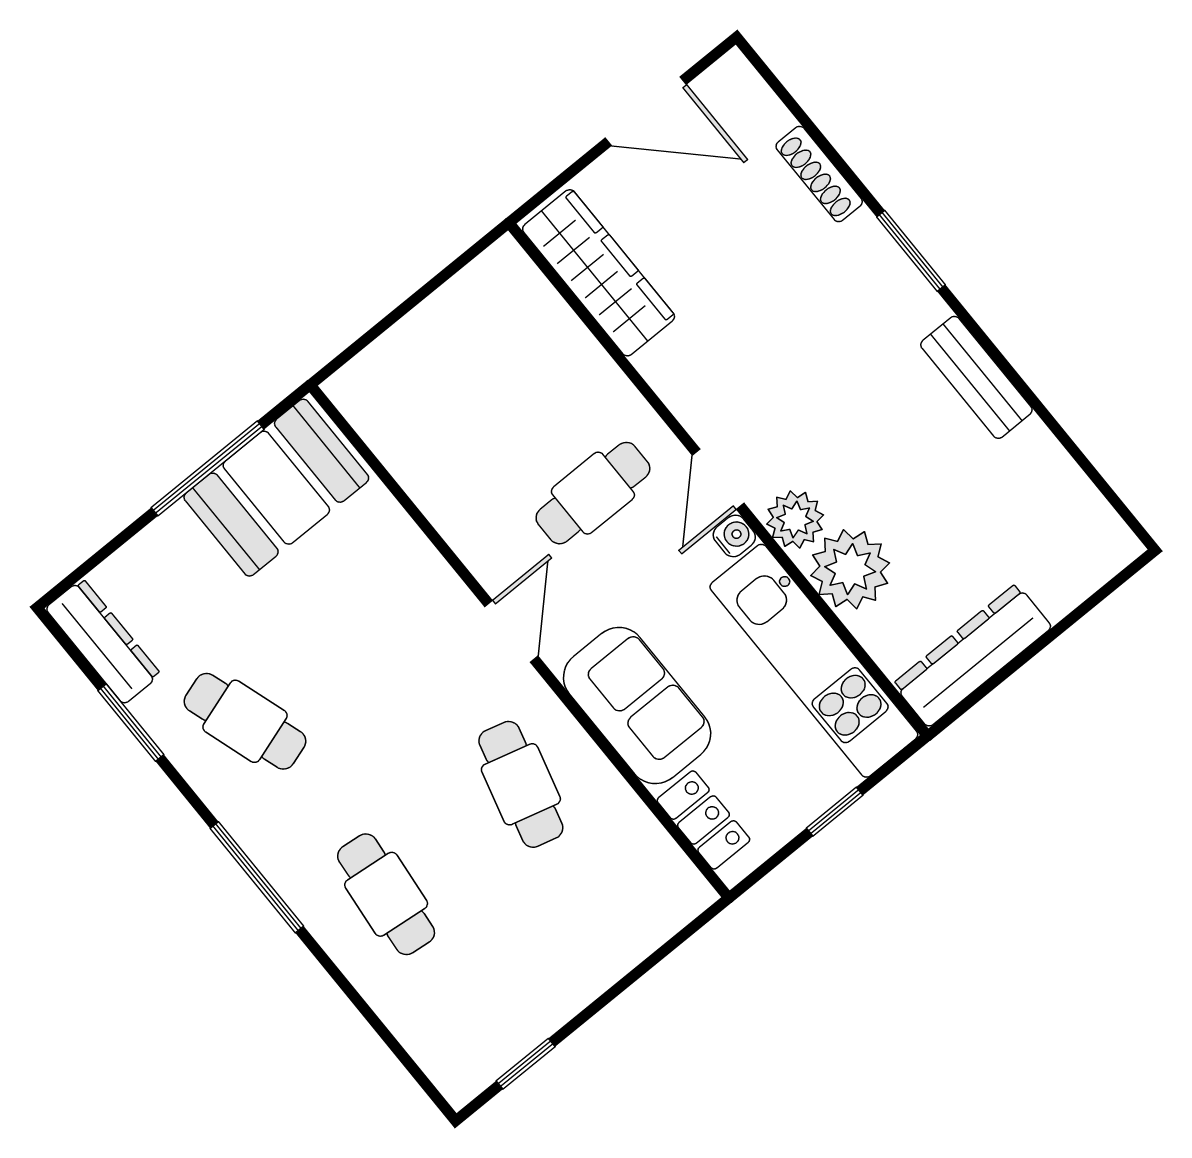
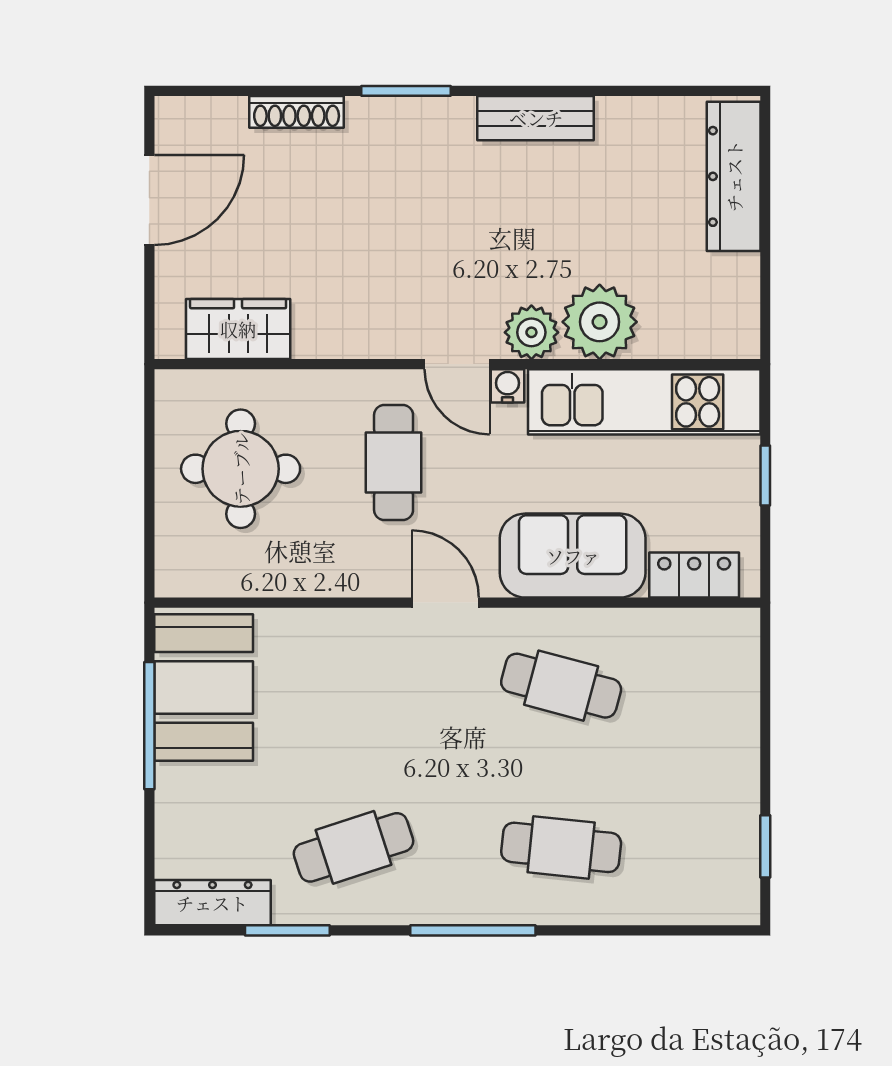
wardrobe: (599, 273) -> (238, 329), width x0.67
round table: (484, 370) -> (241, 469), added
dresser: (972, 655) -> (734, 176), moved

